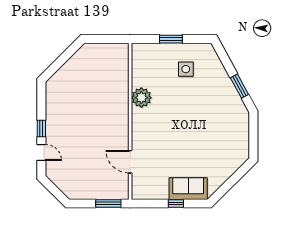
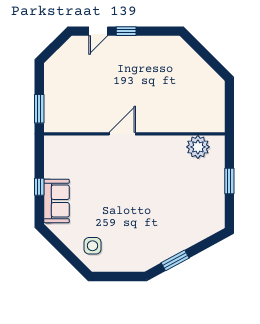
side table: (186, 69) -> (92, 246), moved
plant: (141, 98) -> (198, 147), moved
door: (130, 162) -> (122, 134), moved

